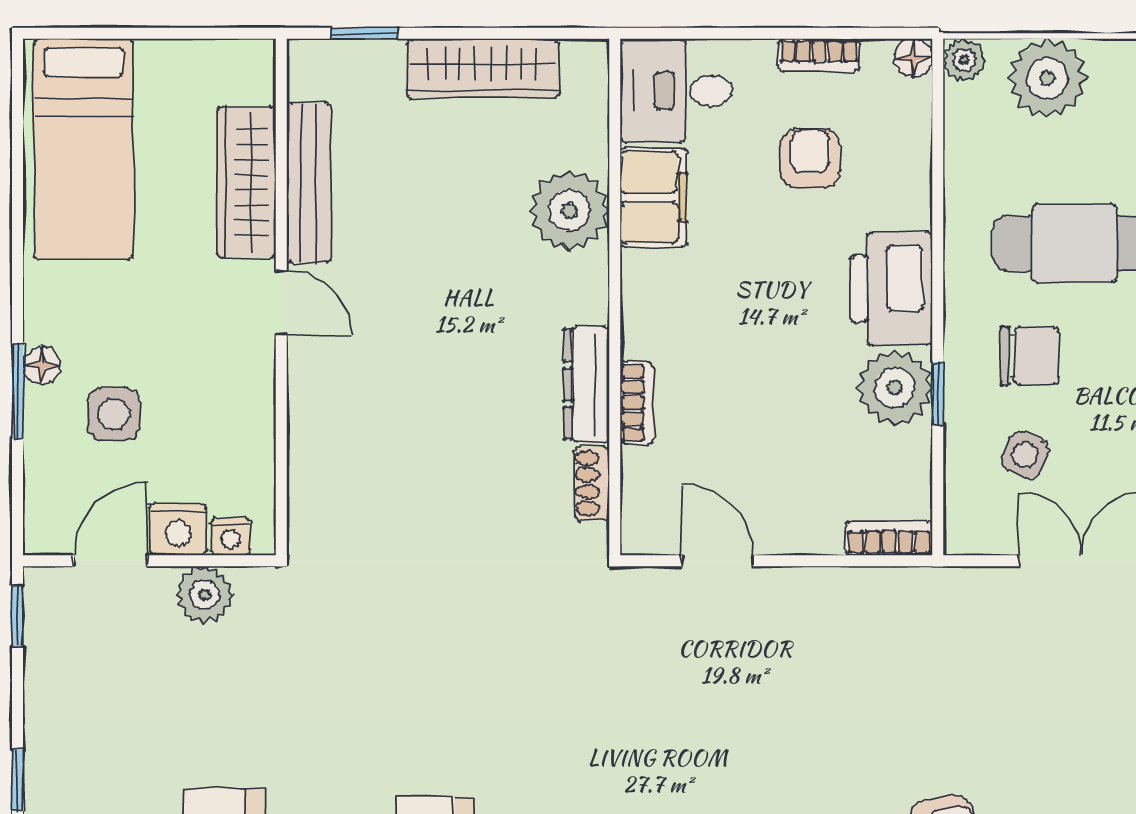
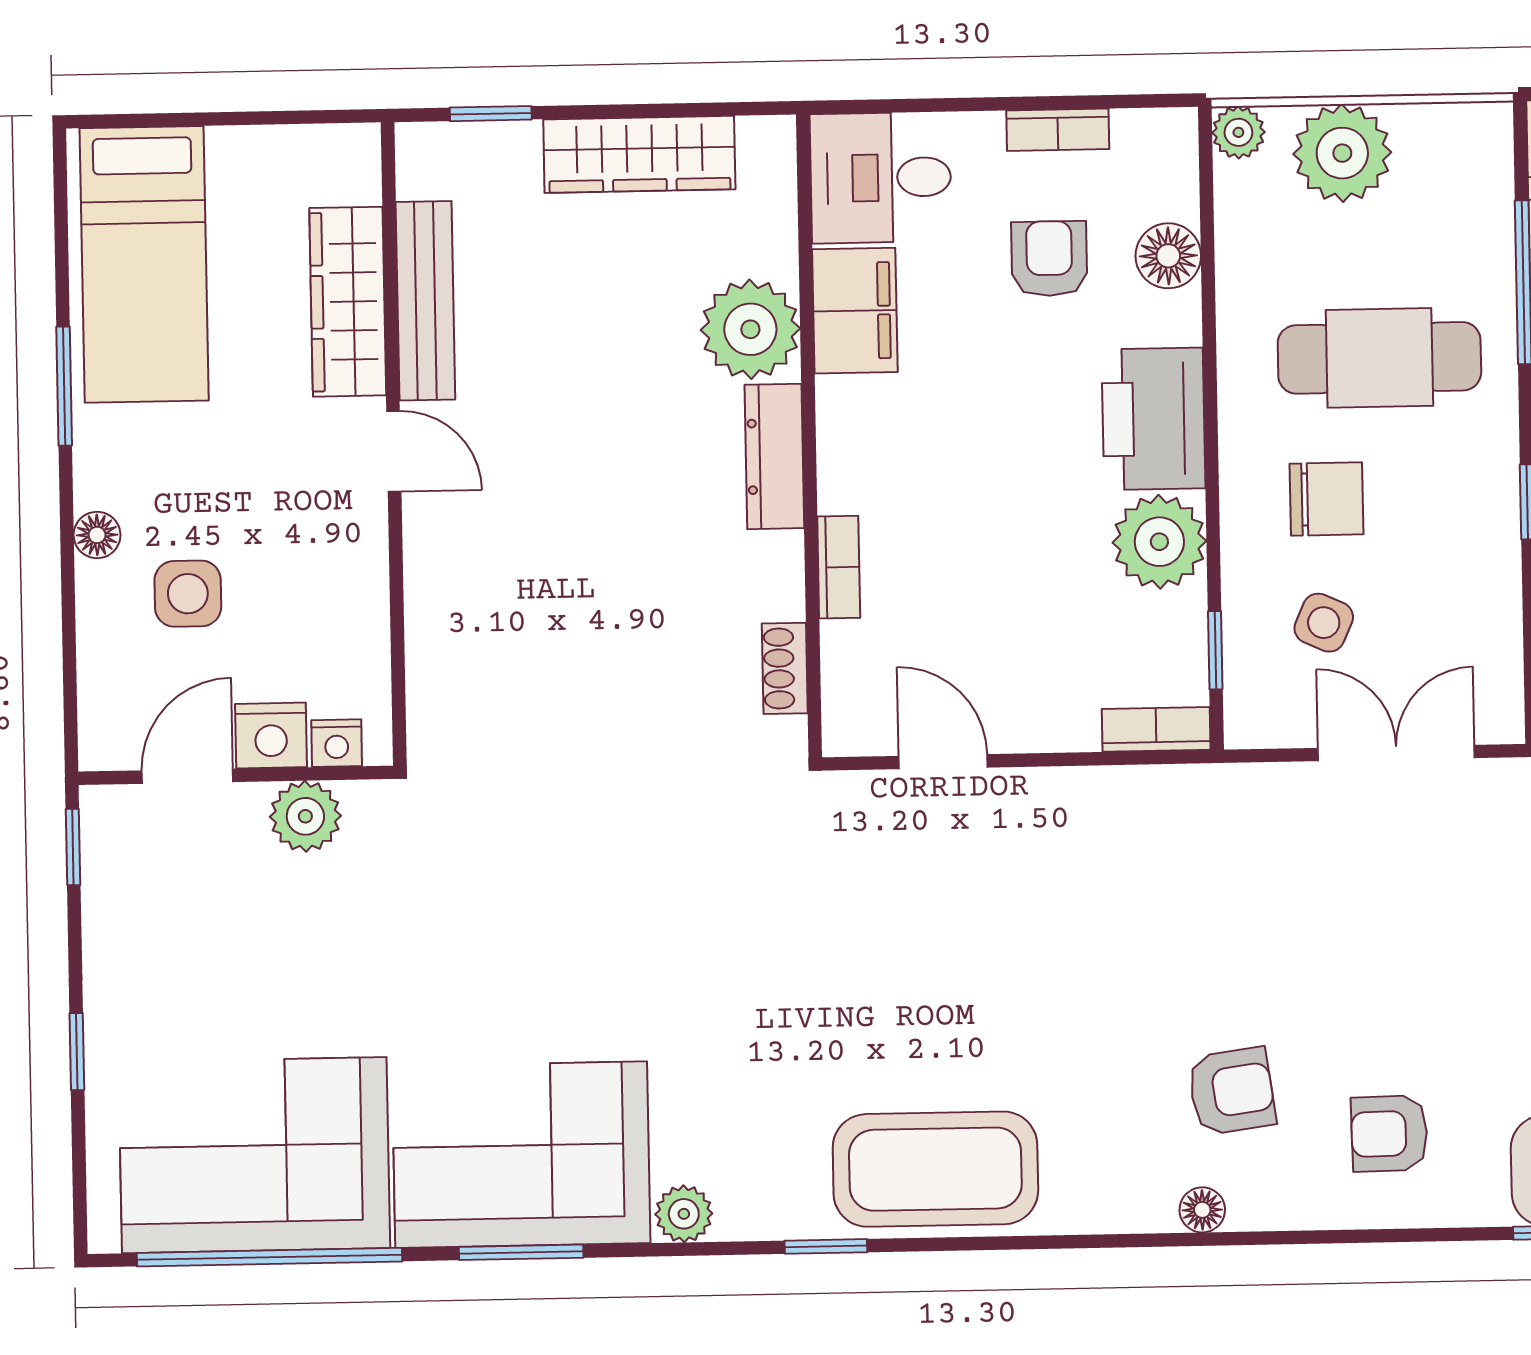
floor lamp: (913, 58) -> (1168, 256), moved, width x1.37, depth x1.37
dresser: (587, 384) -> (774, 456), moved
window: (18, 391) -> (64, 386), moved
window: (938, 393) -> (1215, 650), moved

